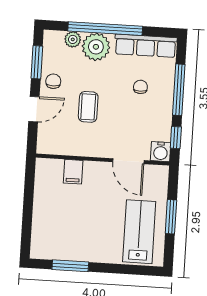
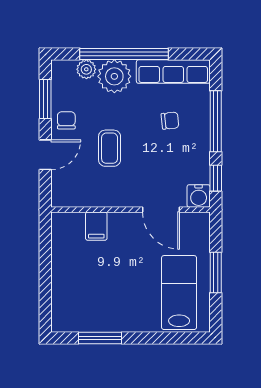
chair: (140, 87) -> (170, 121), turned 84

